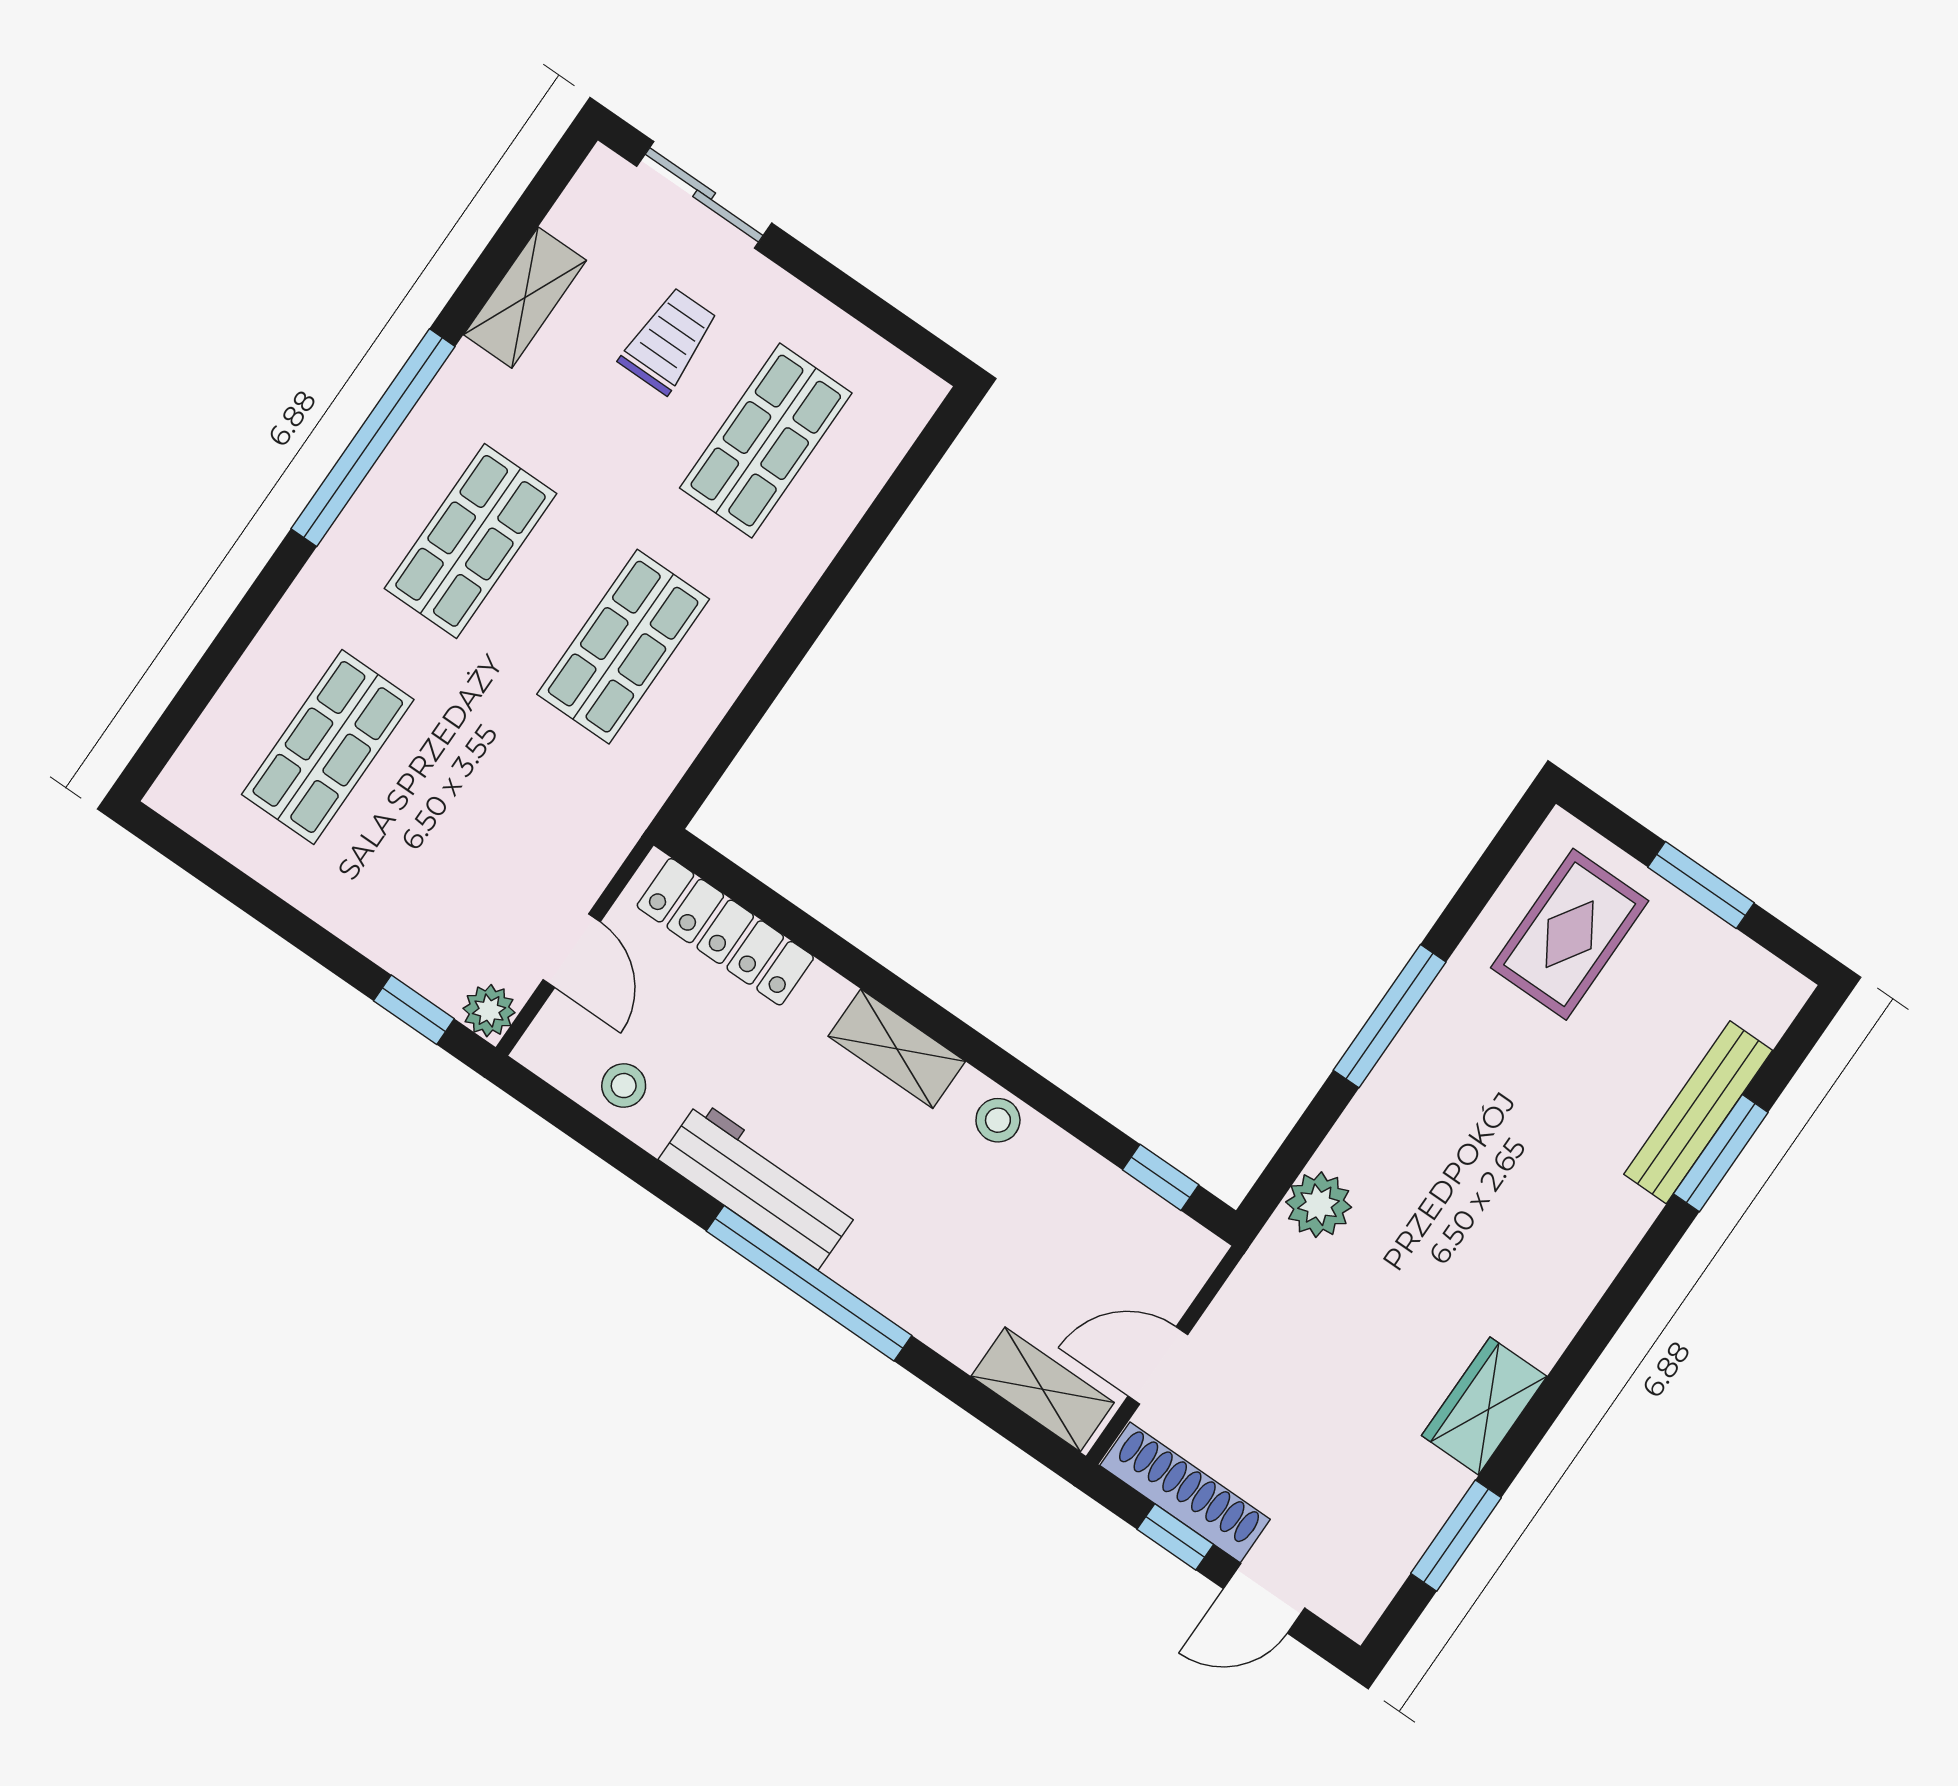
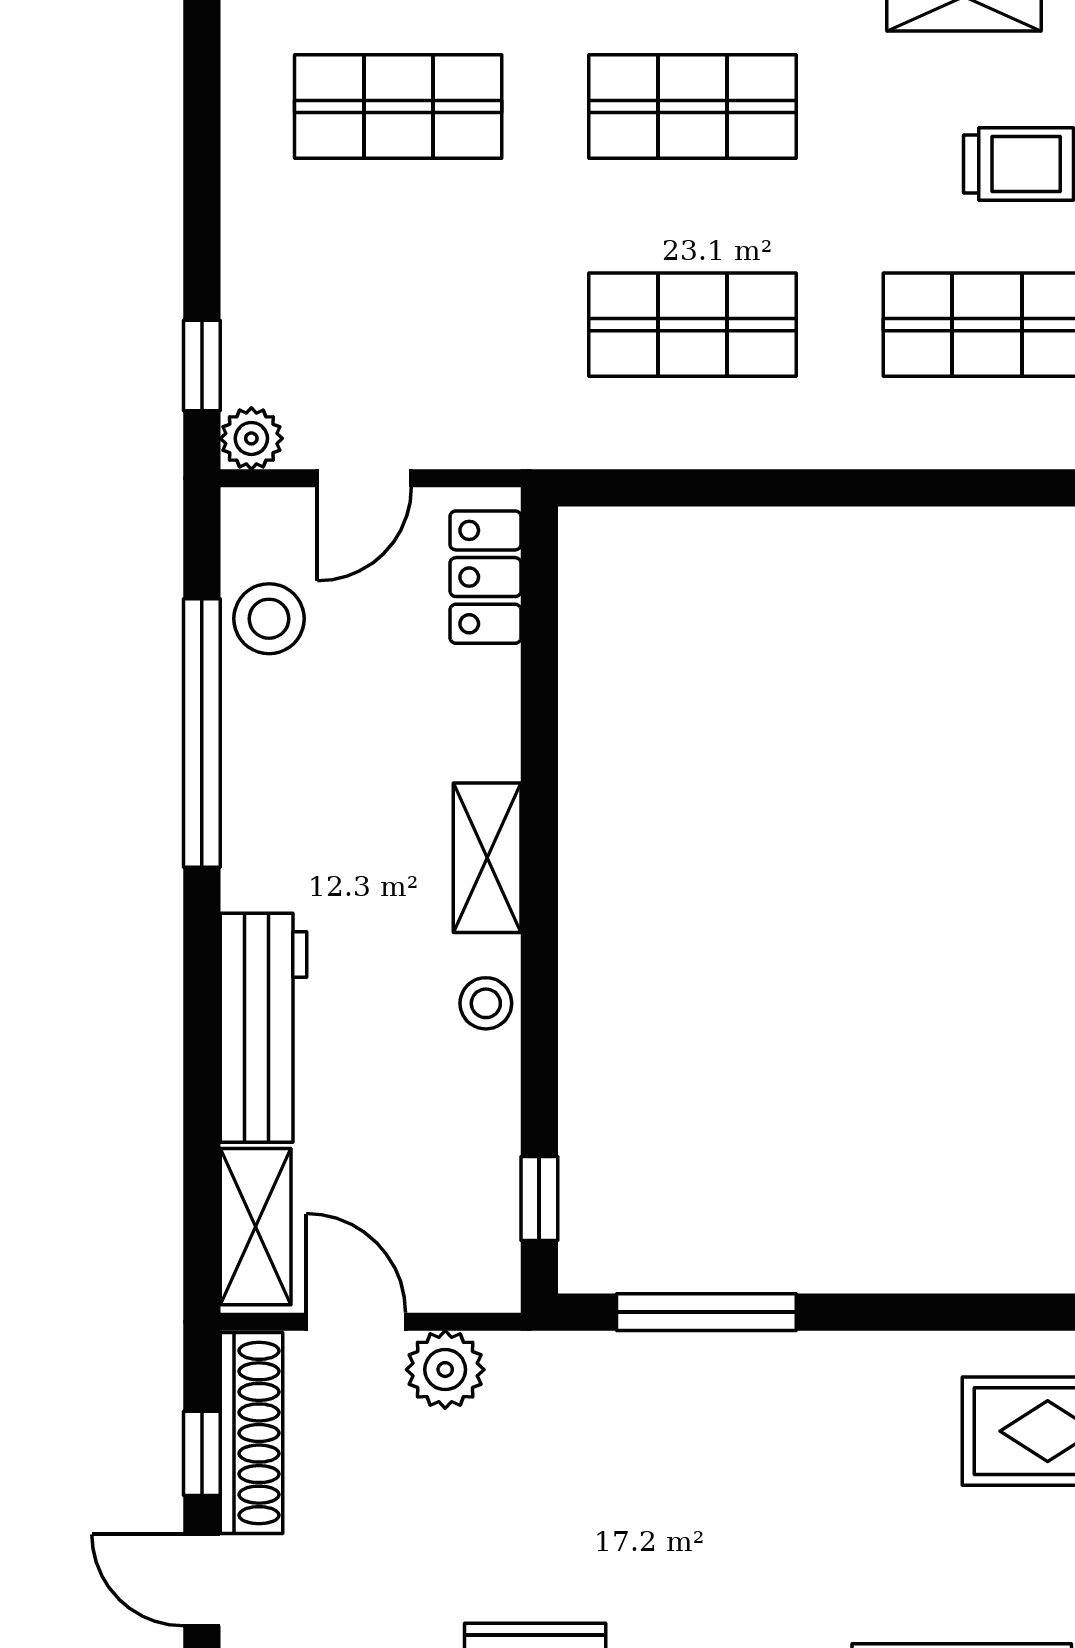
locker: (725, 932) -> (485, 577), width x0.66
window: (1390, 1016) -> (706, 1312), moved
stool: (624, 1086) -> (269, 619), width x1.37, depth x1.37
workbench: (759, 1185) -> (264, 1028), moved
plant: (1319, 1205) -> (445, 1370), moved
window: (809, 1283) -> (202, 733), moved

